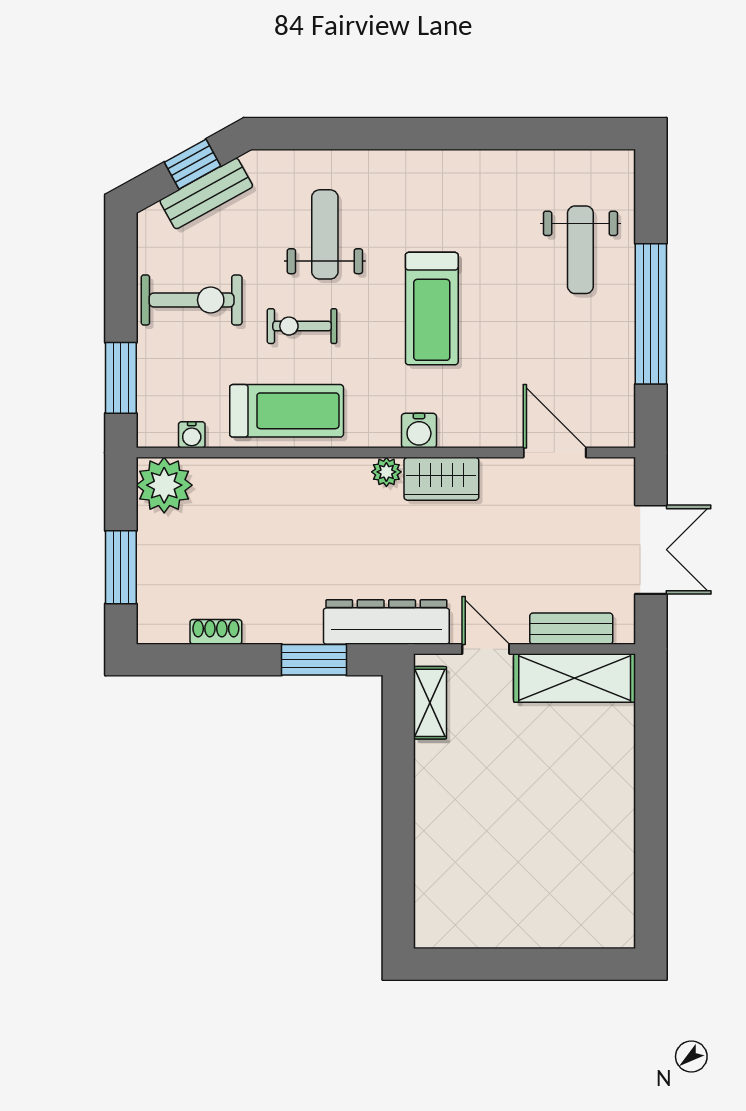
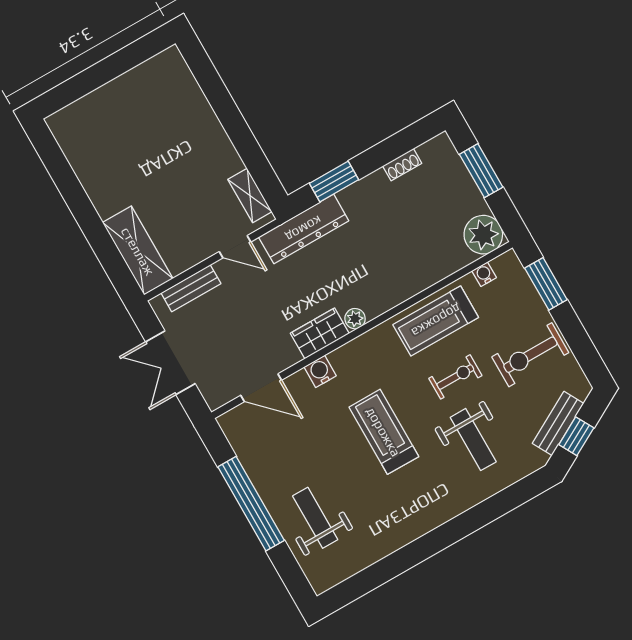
water cooler: (419, 431) -> (320, 371), moved
shelving: (575, 678) -> (138, 251), moved, turned 90

